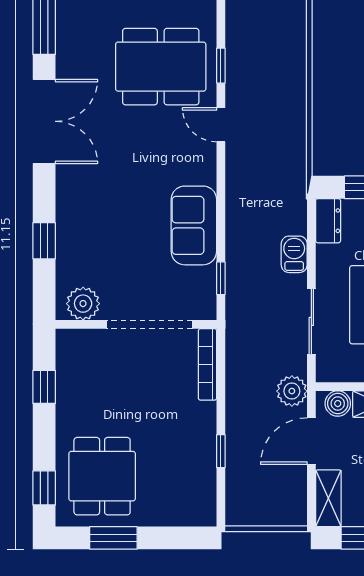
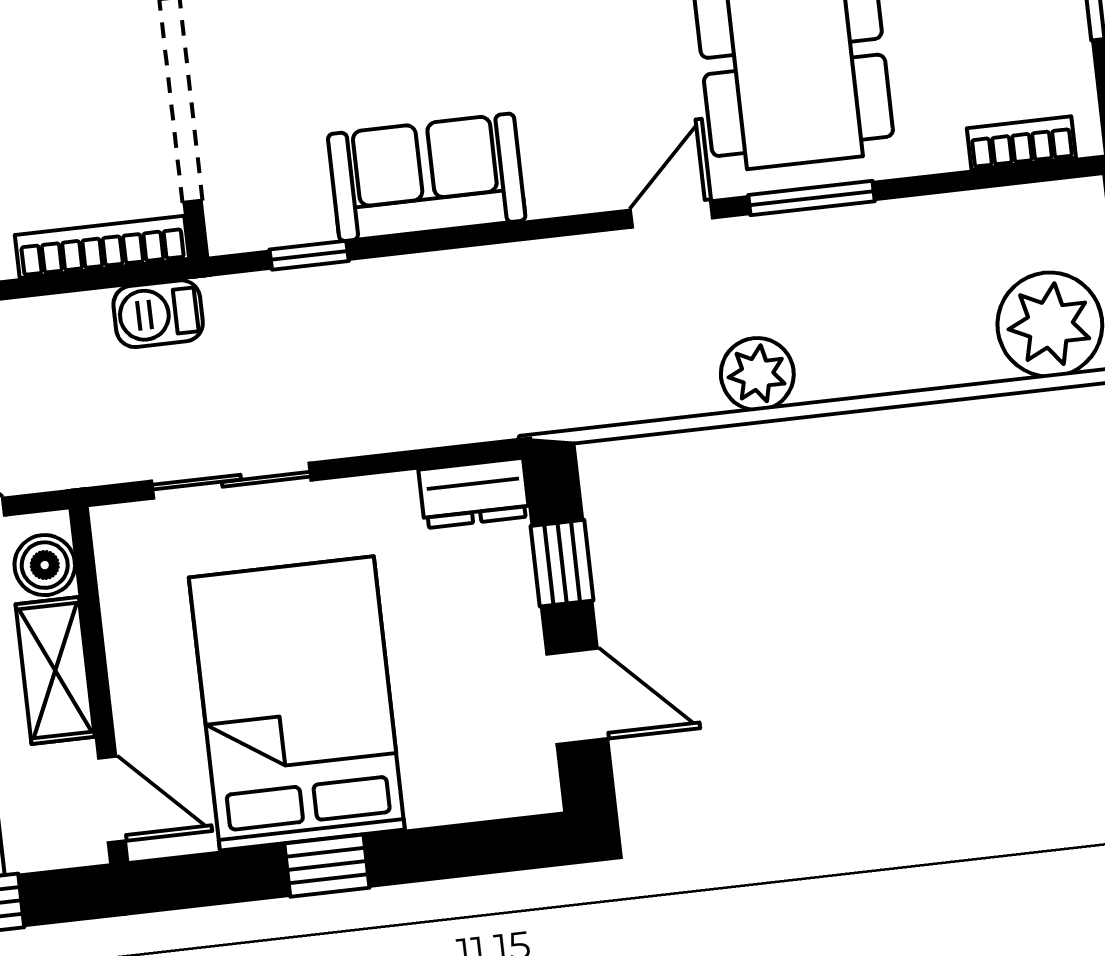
window: (221, 66) -> (811, 198), width x1.50
barbecue: (294, 254) -> (158, 314), moved, turned 180
plant: (292, 391) -> (757, 374), moved

